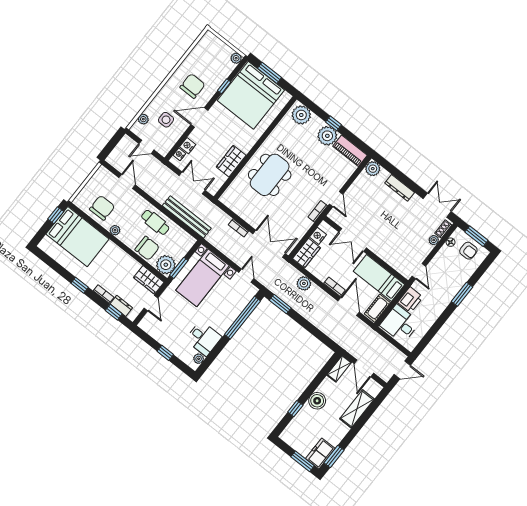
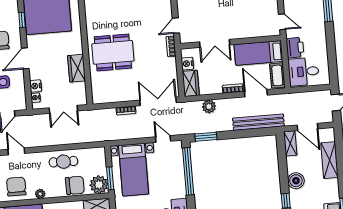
dining table: (270, 175) -> (113, 52), turned 90
double door: (192, 183) -> (63, 109), swing flipped
door: (336, 199) -> (176, 26), swing flipped
bench: (187, 217) -> (258, 122), moved

